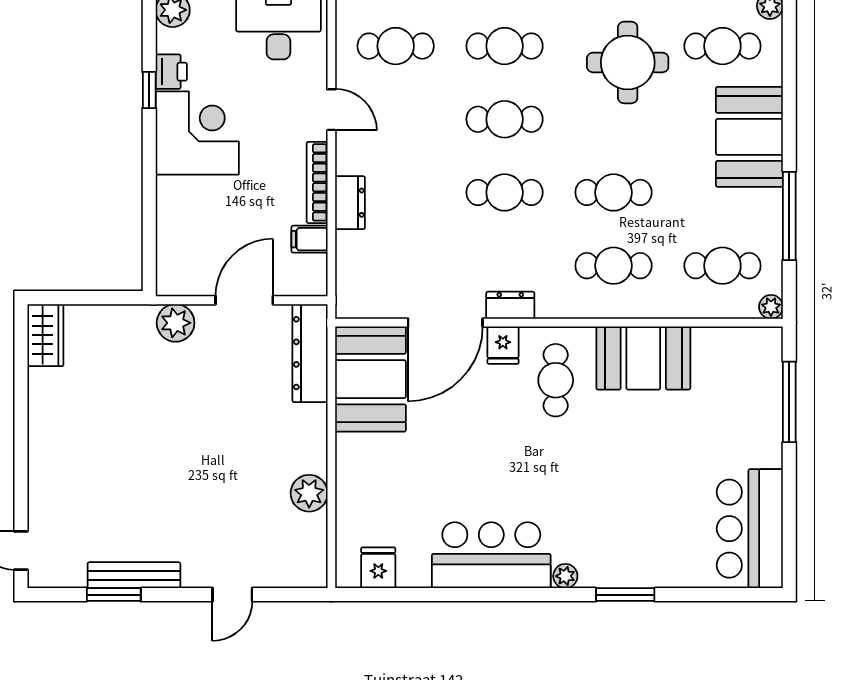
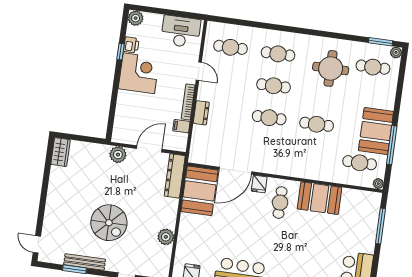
booth: (749, 137) -> (376, 131), moved
cafe table: (614, 266) -> (312, 156), removed
dresser: (510, 305) -> (265, 167), removed
spiral stairs: (176, 479) -> (109, 223), added

